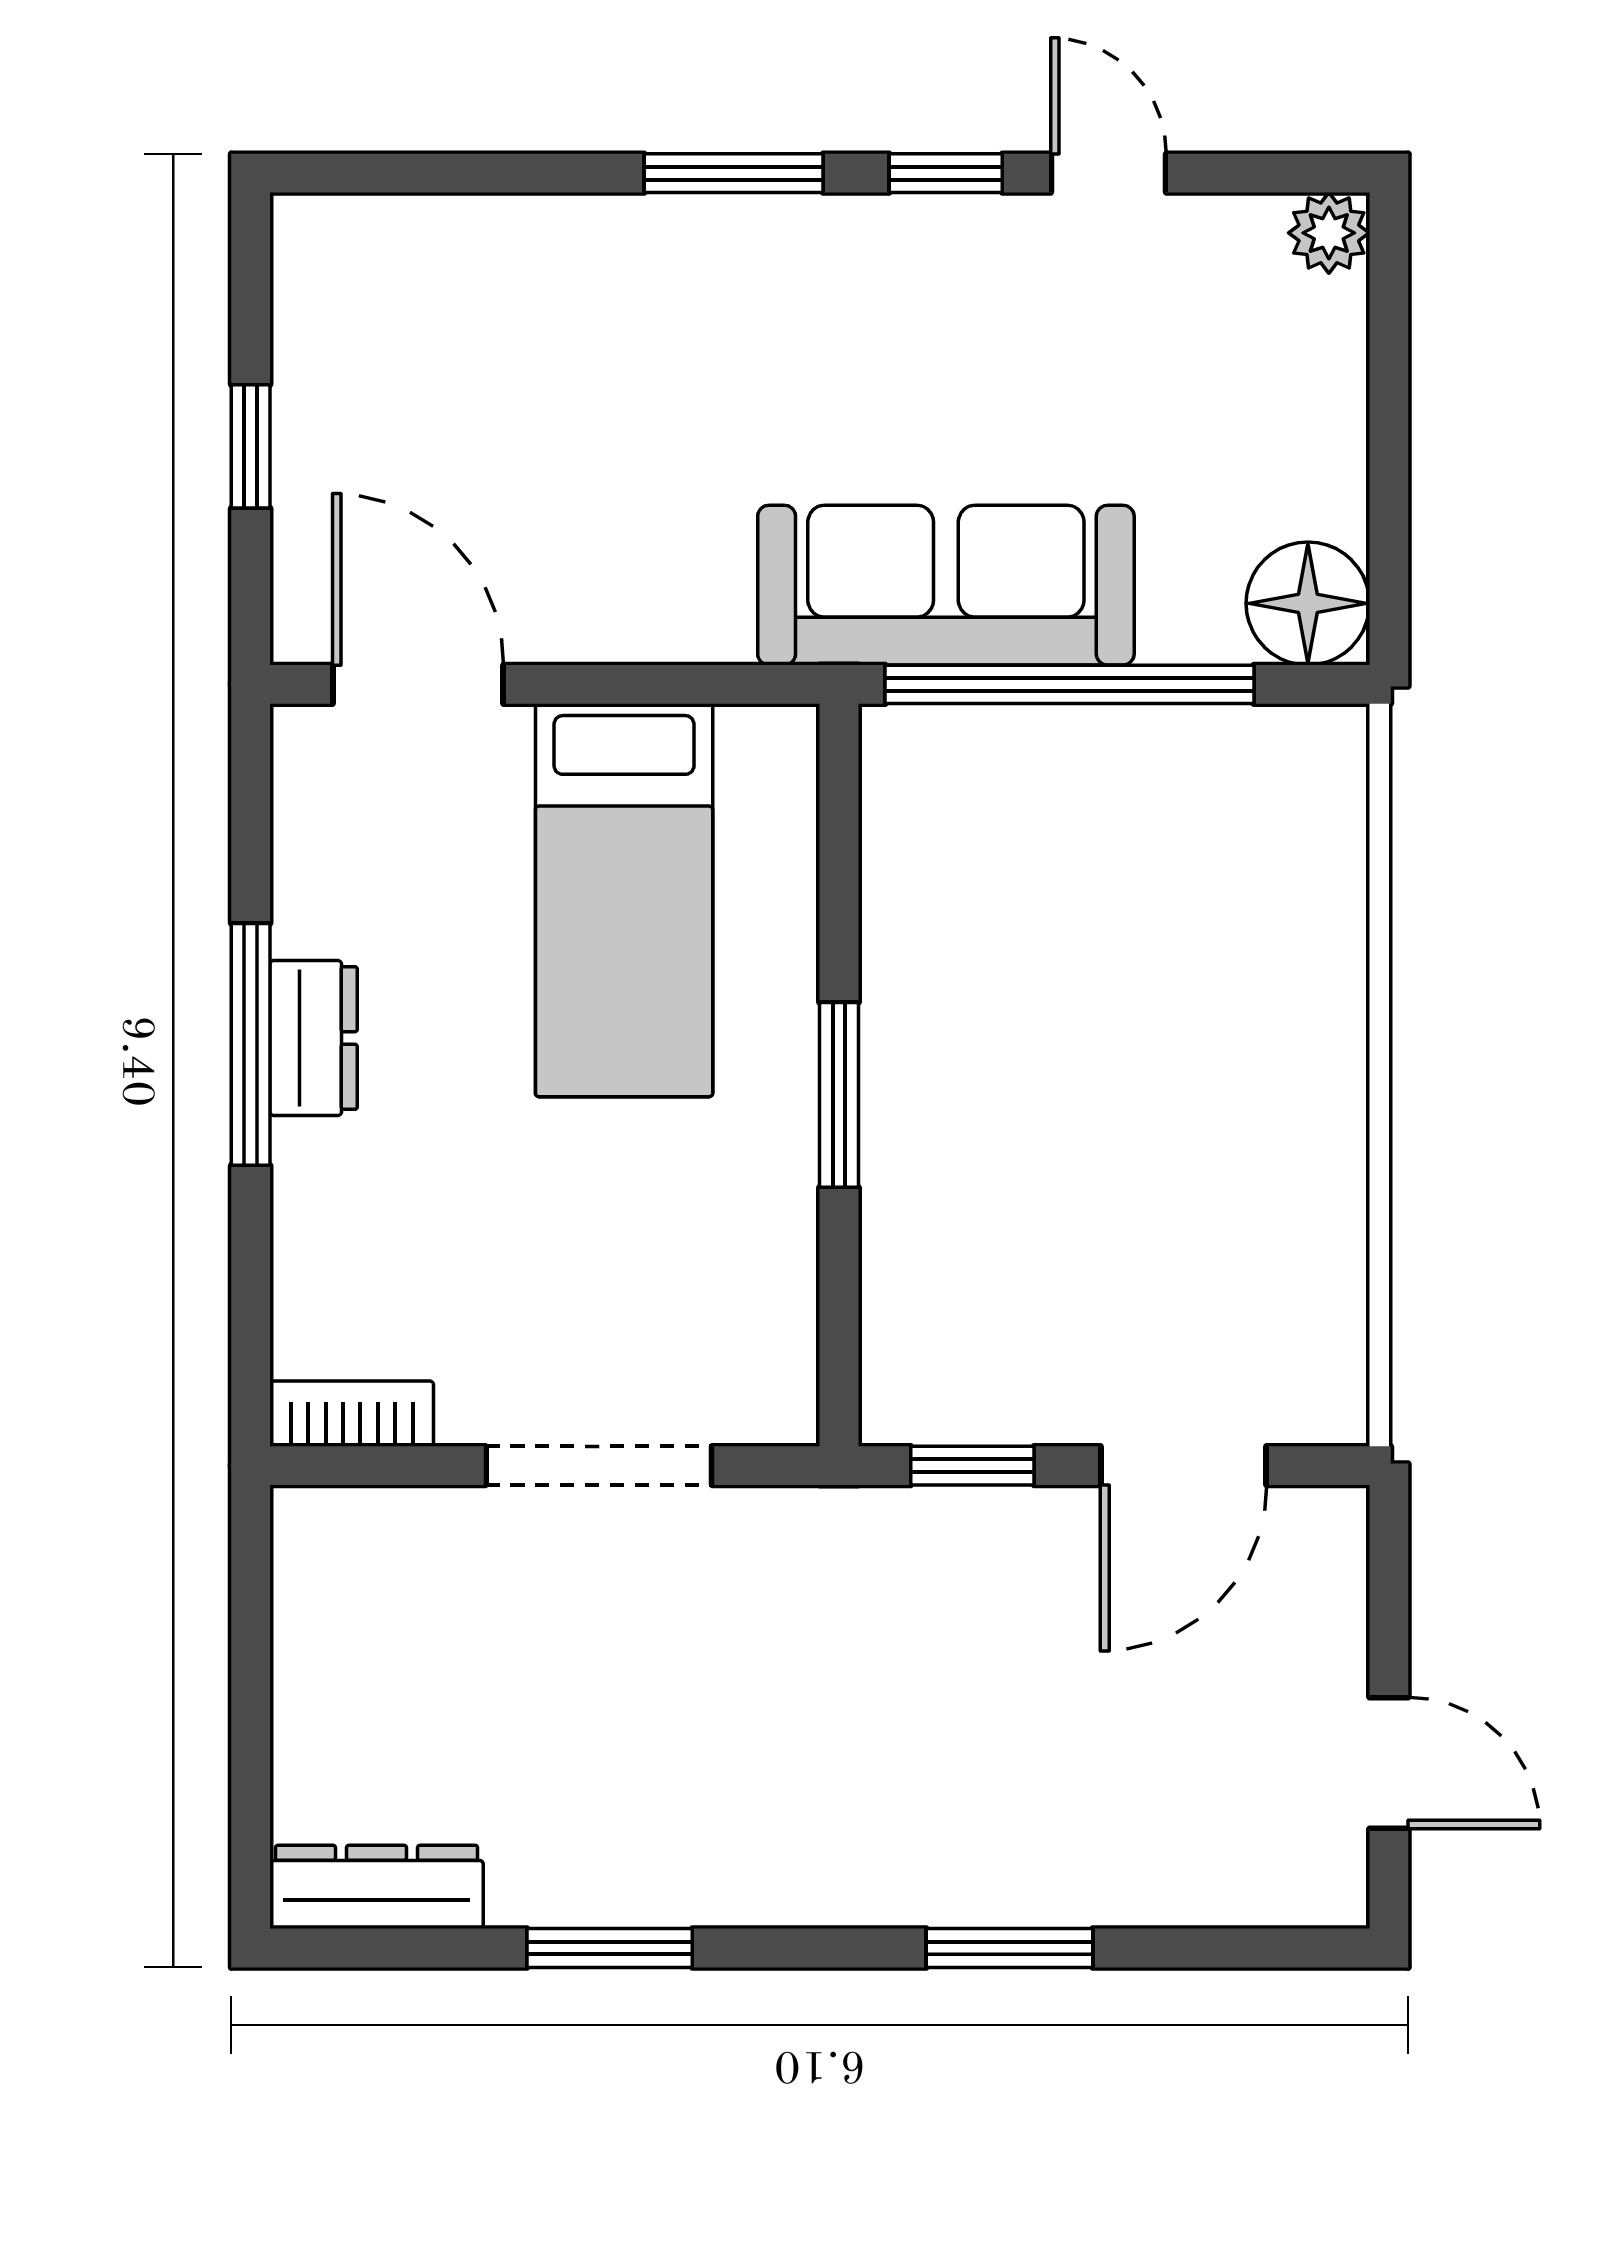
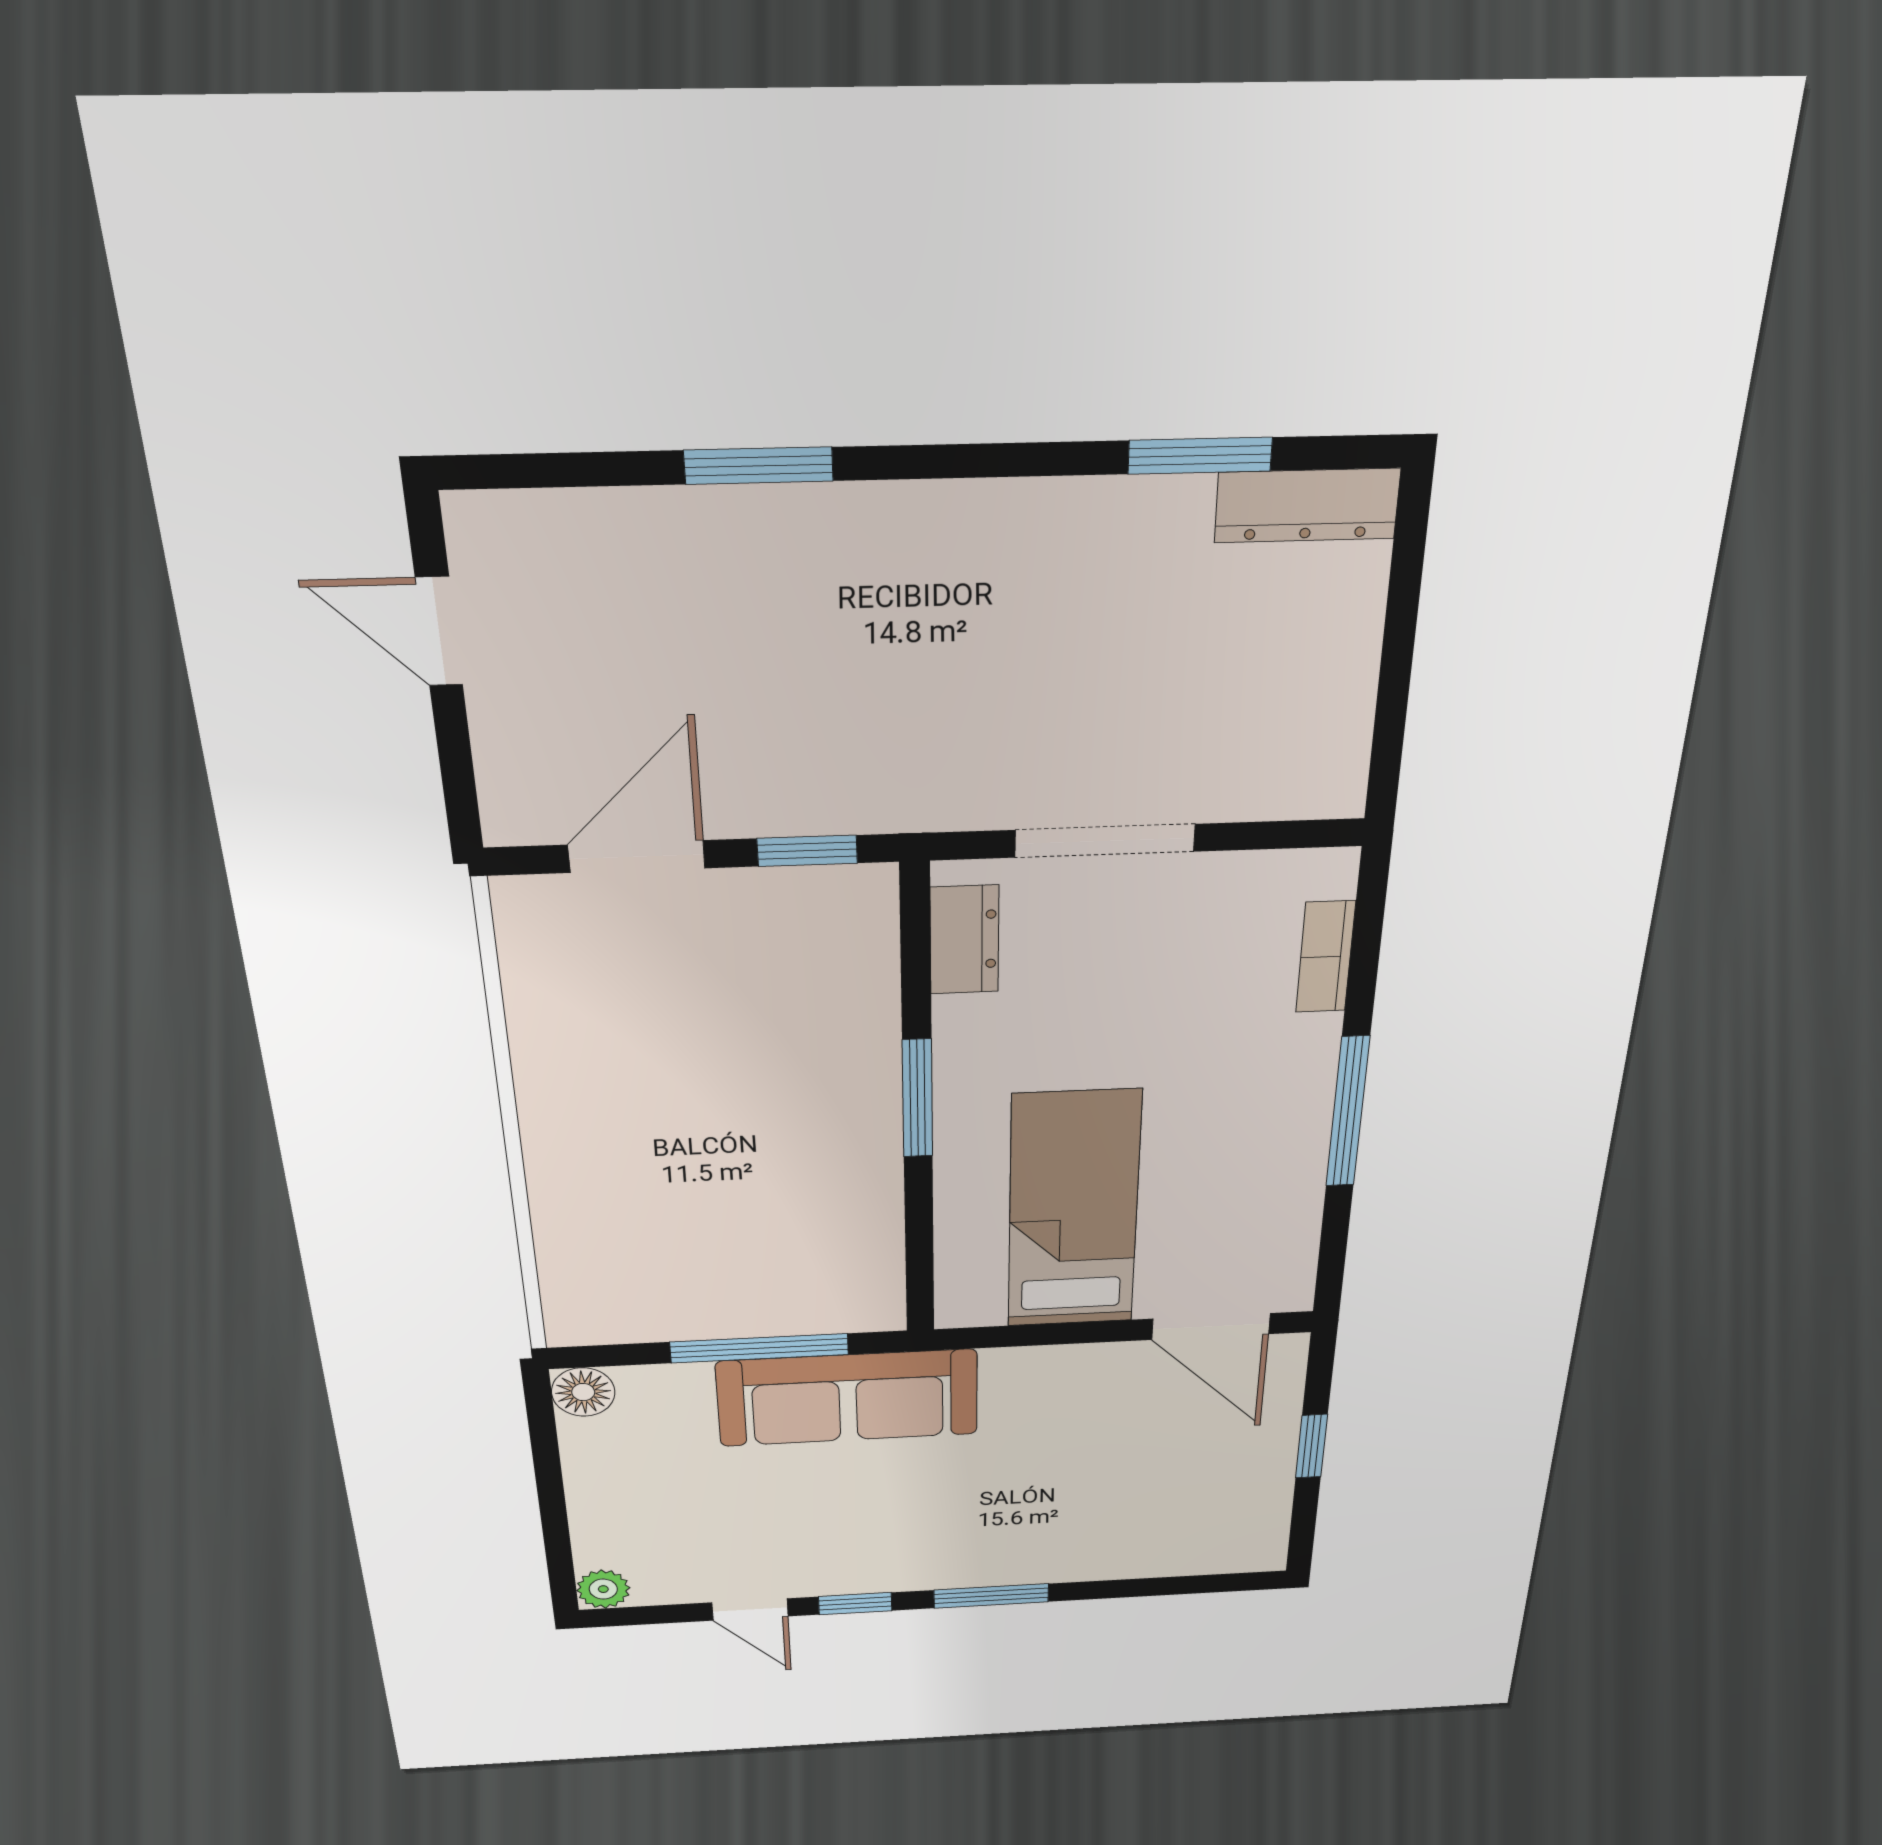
floor lamp: (1308, 603) -> (583, 1392), width x0.73, depth x0.73
window: (1070, 684) -> (759, 1348), width x0.68
dresser: (314, 1038) -> (964, 940), moved, turned 180
bookcase: (352, 1414) -> (1325, 957), moved, turned 90
window: (610, 1948) -> (1200, 456), moved

